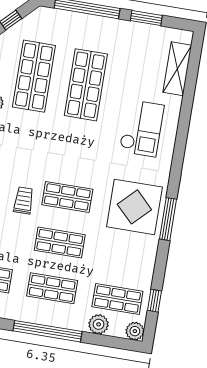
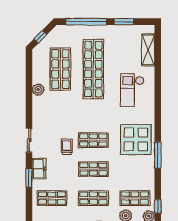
shop shelf: (86, 85) -> (93, 69), width x1.40
checkout: (142, 128) -> (132, 90), turned 180
window: (168, 219) -> (158, 155), moved
window: (154, 301) -> (158, 206), moved

